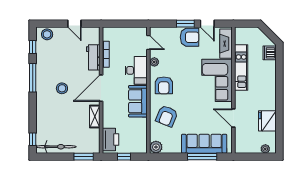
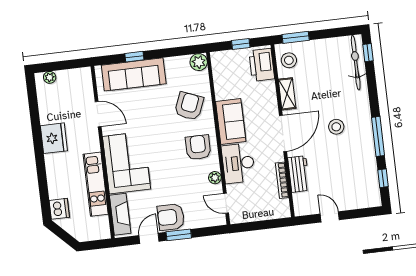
door: (207, 24) -> (149, 238), hinge flipped
stool: (47, 34) -> (289, 60), moved
fridge: (267, 121) -> (54, 138), moved
bicycle: (56, 147) -> (356, 63), moved, turned 90
window: (202, 157) -> (134, 57), width x0.46

